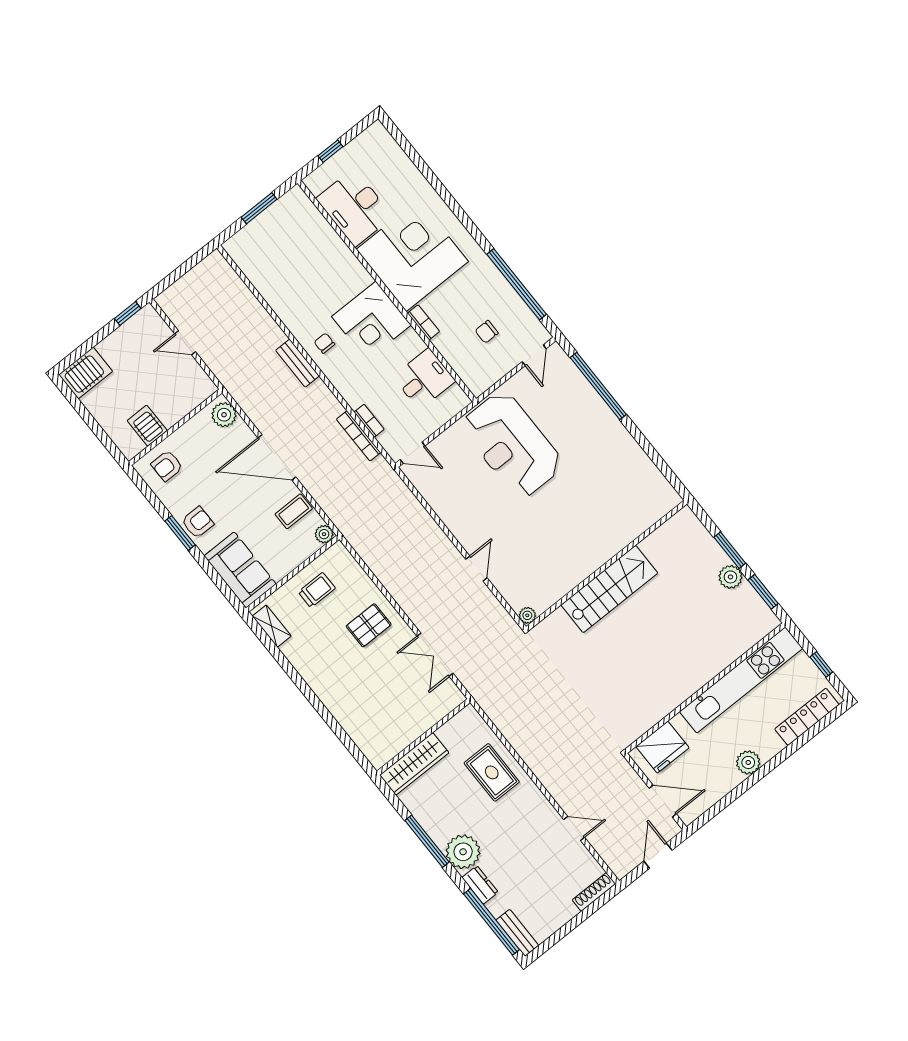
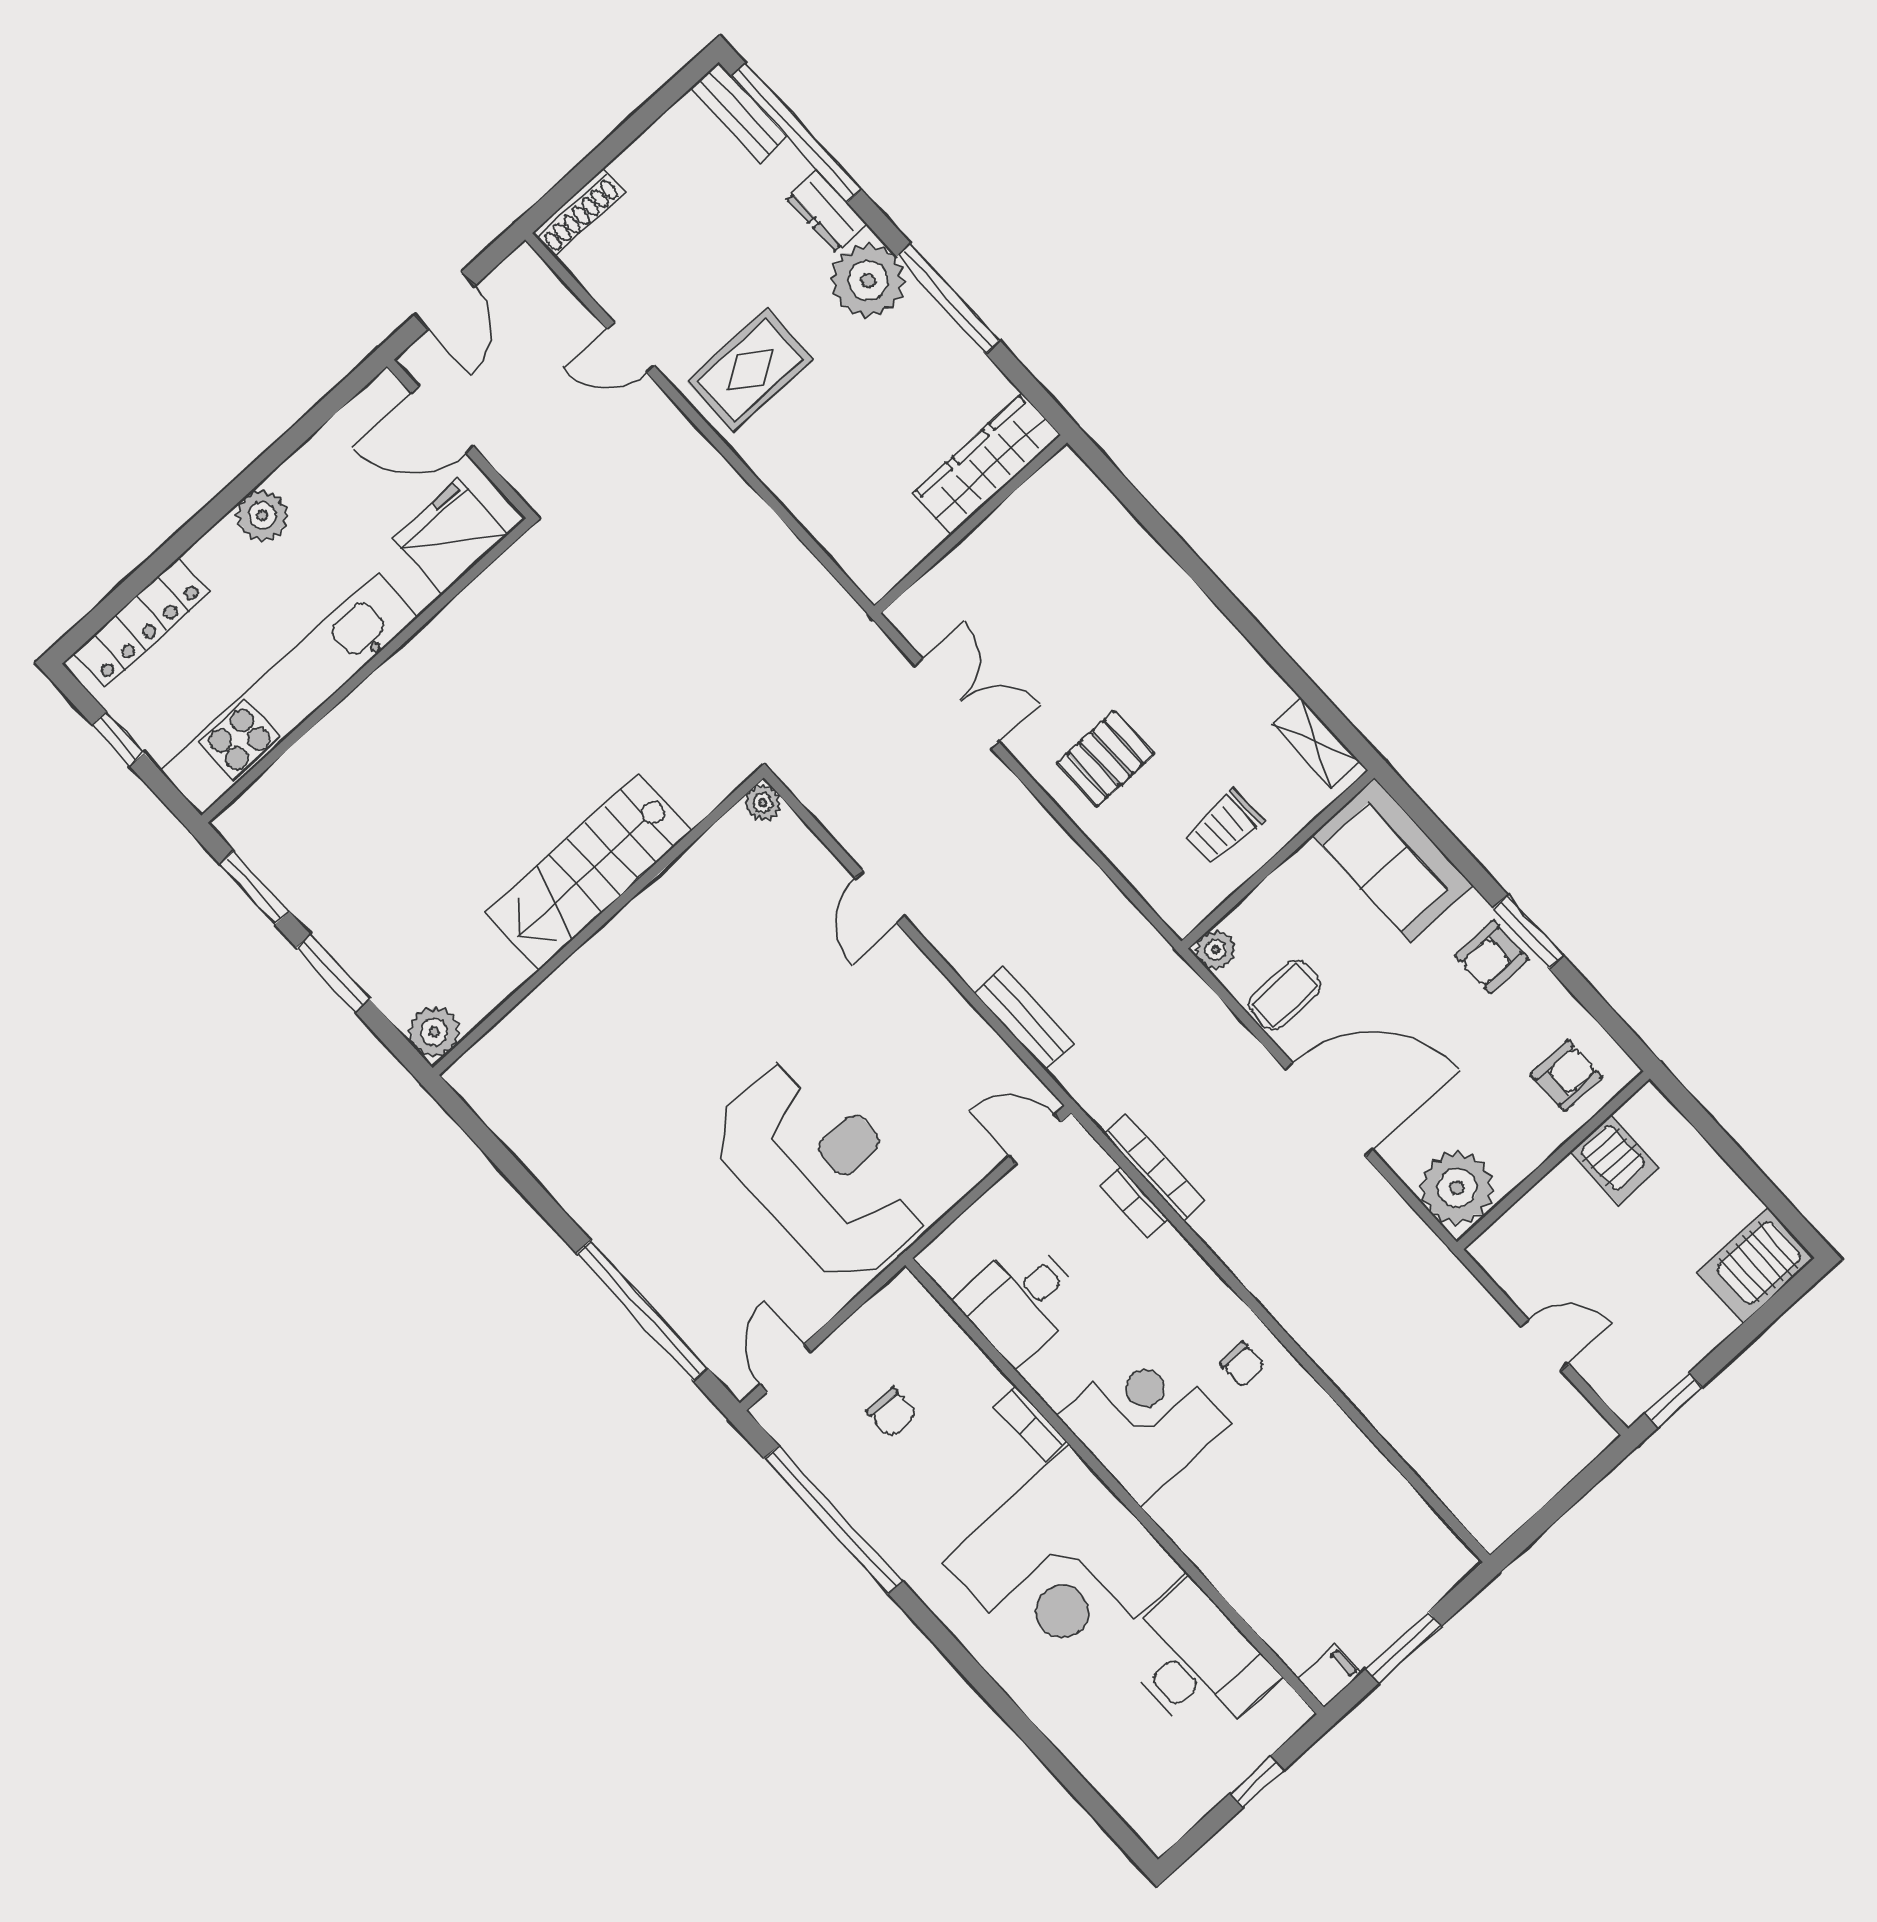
filing cabinet: (294, 198) -> (1330, 1675), added
chair: (487, 332) -> (892, 1412), turned 90
bench: (297, 363) -> (1024, 1018), moved
plant: (224, 415) -> (1457, 1188), width x1.36, depth x1.36
plant: (730, 577) -> (434, 1032), moved
rug: (492, 772) -> (750, 370), moved, turned 90

